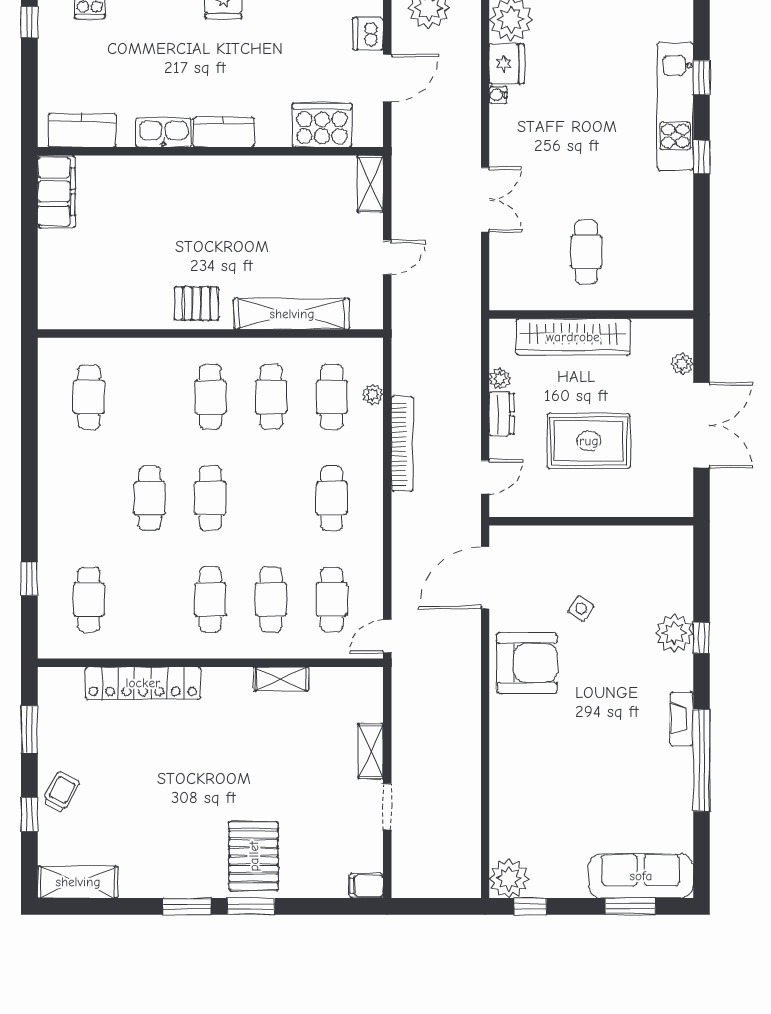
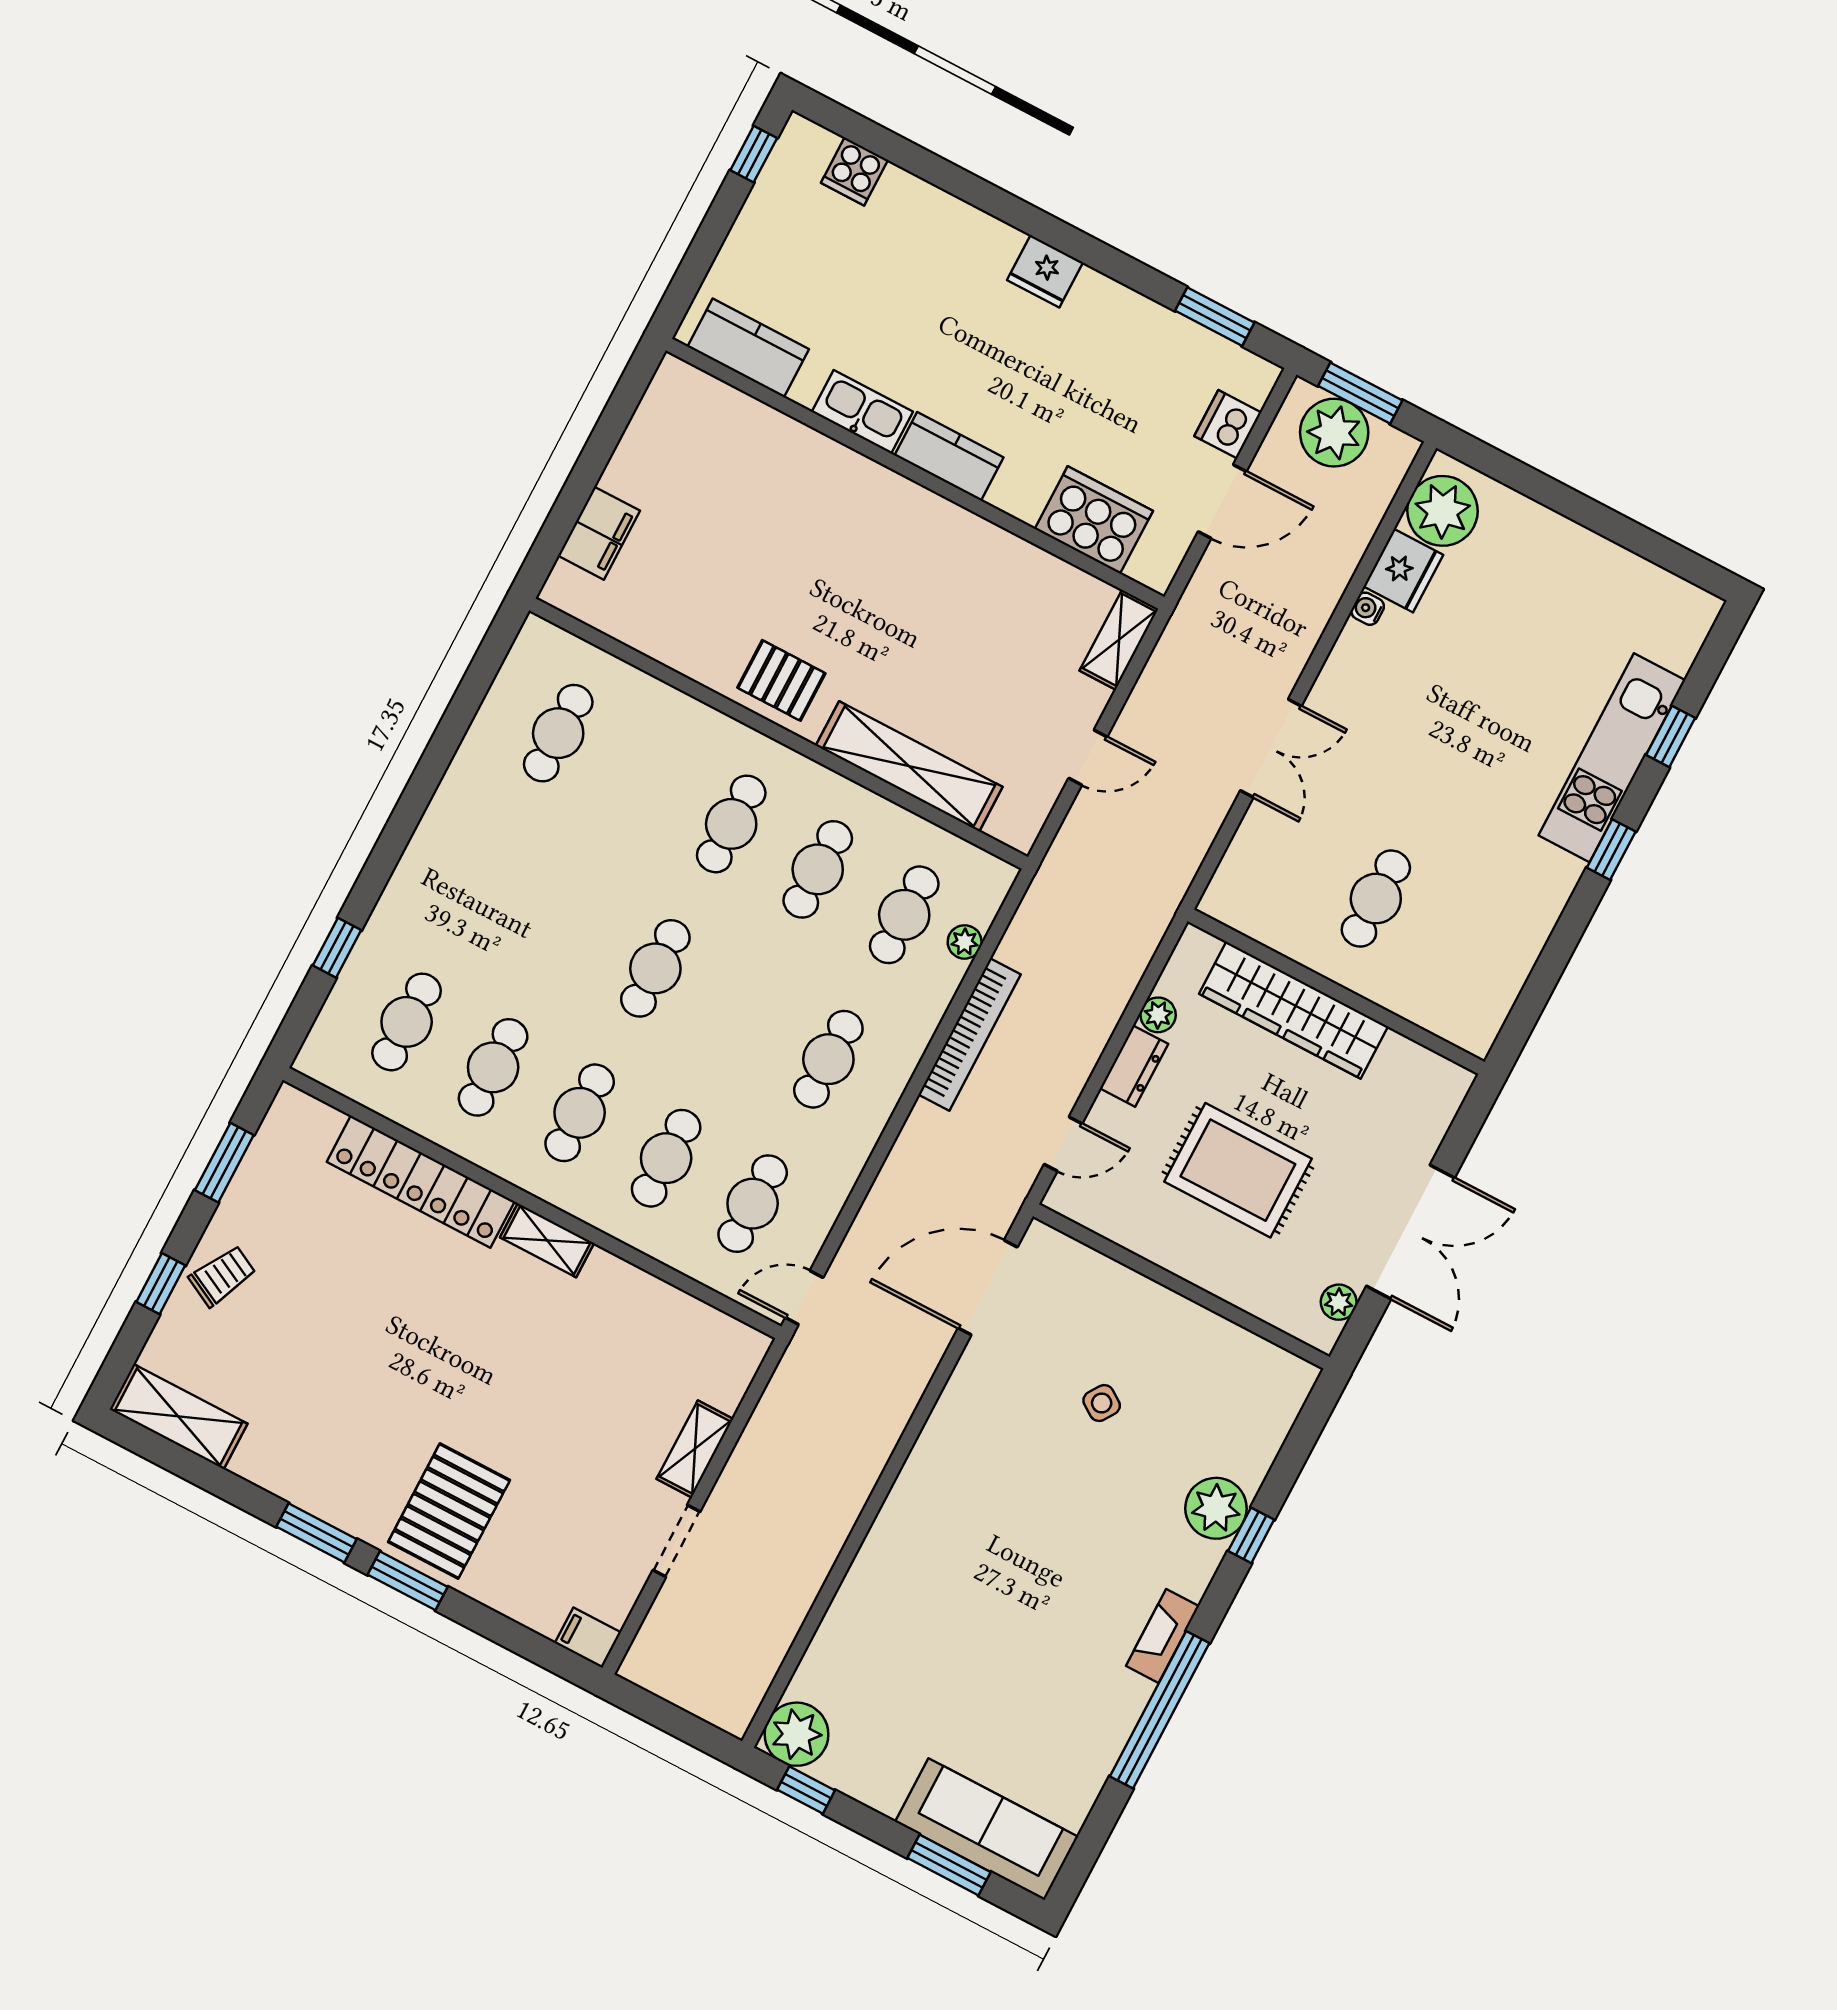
filing cabinet: (56, 192) -> (599, 533), moved, width x0.67, depth x0.86
plant: (682, 364) -> (1339, 1302), moved
cafe table: (150, 498) -> (493, 1067), moved
armchair: (527, 663) -> (984, 1440), removed
shelving: (281, 679) -> (547, 1240), moved

